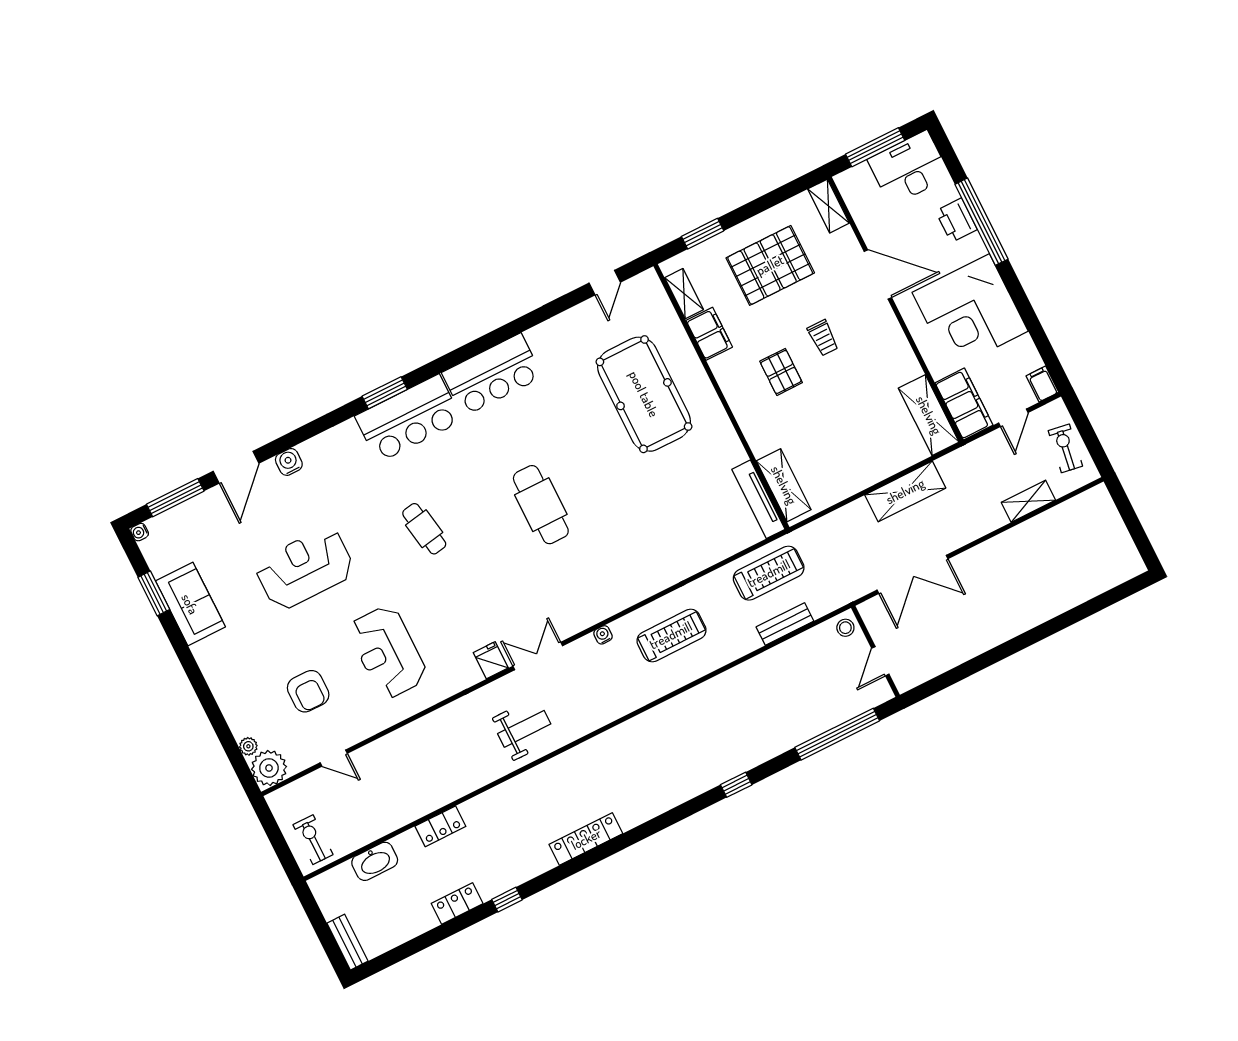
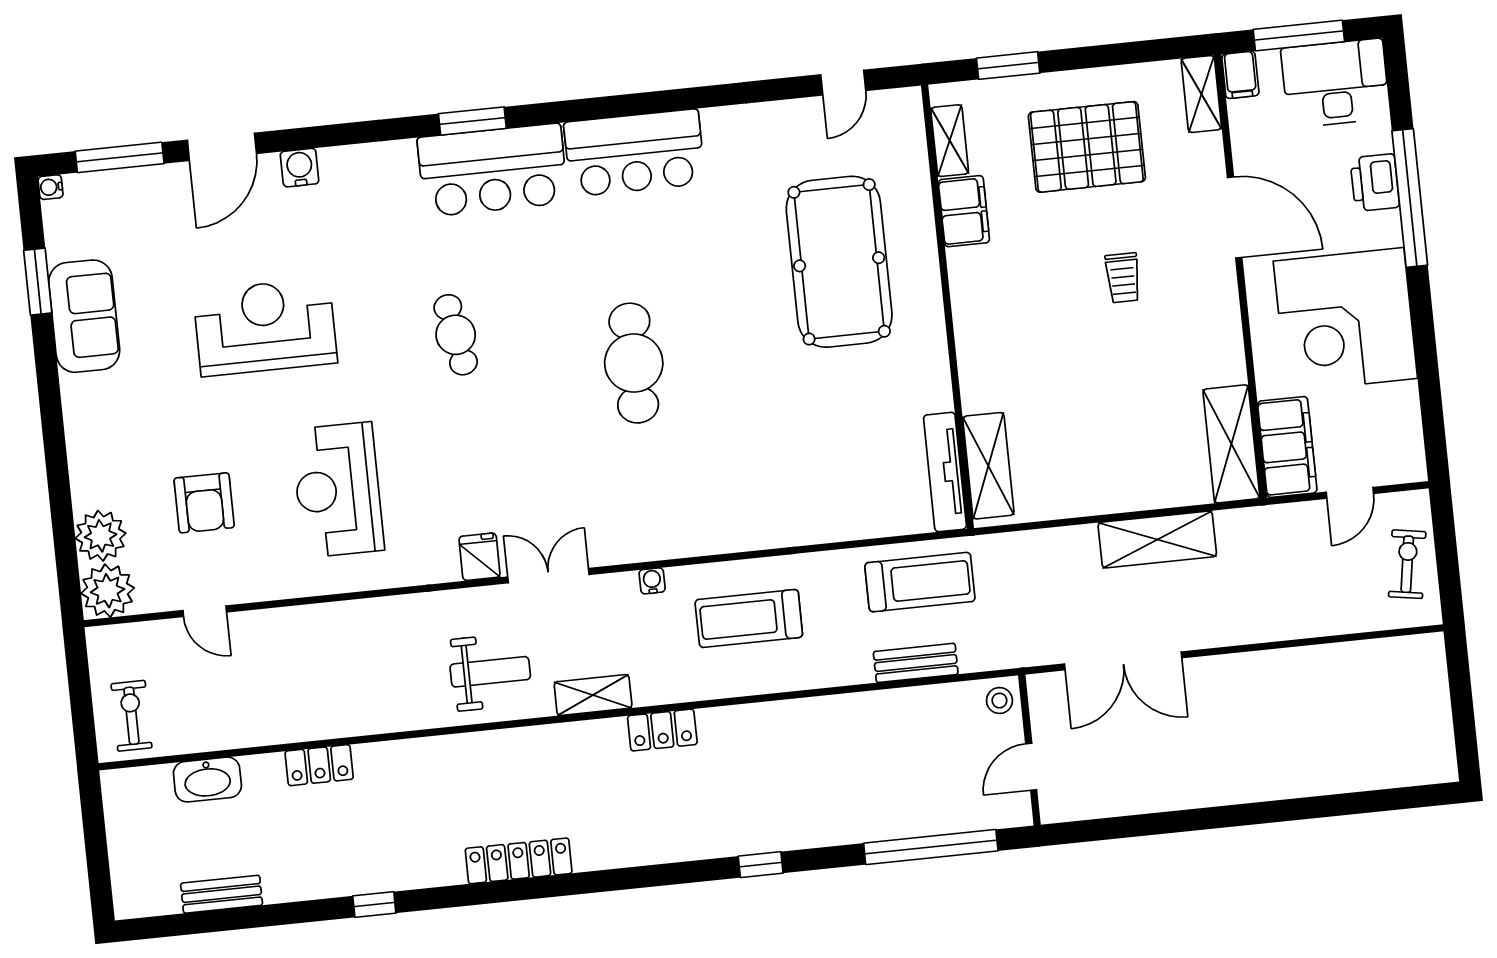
pallet: (781, 372) -> (1045, 304), removed
filing cabinet: (1042, 384) -> (1240, 75), moved, turned 180
shelving: (1028, 501) -> (593, 695), moved
treadmill: (671, 635) -> (749, 618), turned 180
plant: (248, 746) -> (101, 536), width x1.88, depth x1.88
locker: (457, 903) -> (662, 730), moved, turned 180
bench: (348, 942) -> (222, 894), moved, turned 90

